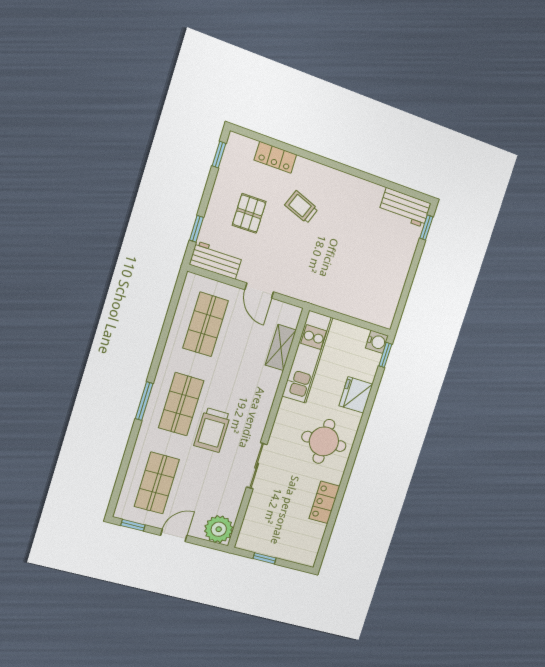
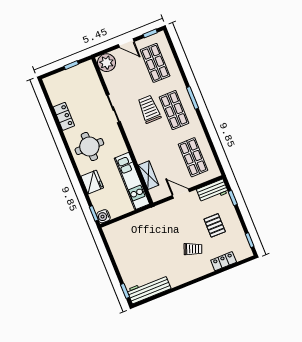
workbench: (405, 207) -> (149, 289), width x1.37
door: (174, 535) -> (126, 43), hinge flipped

